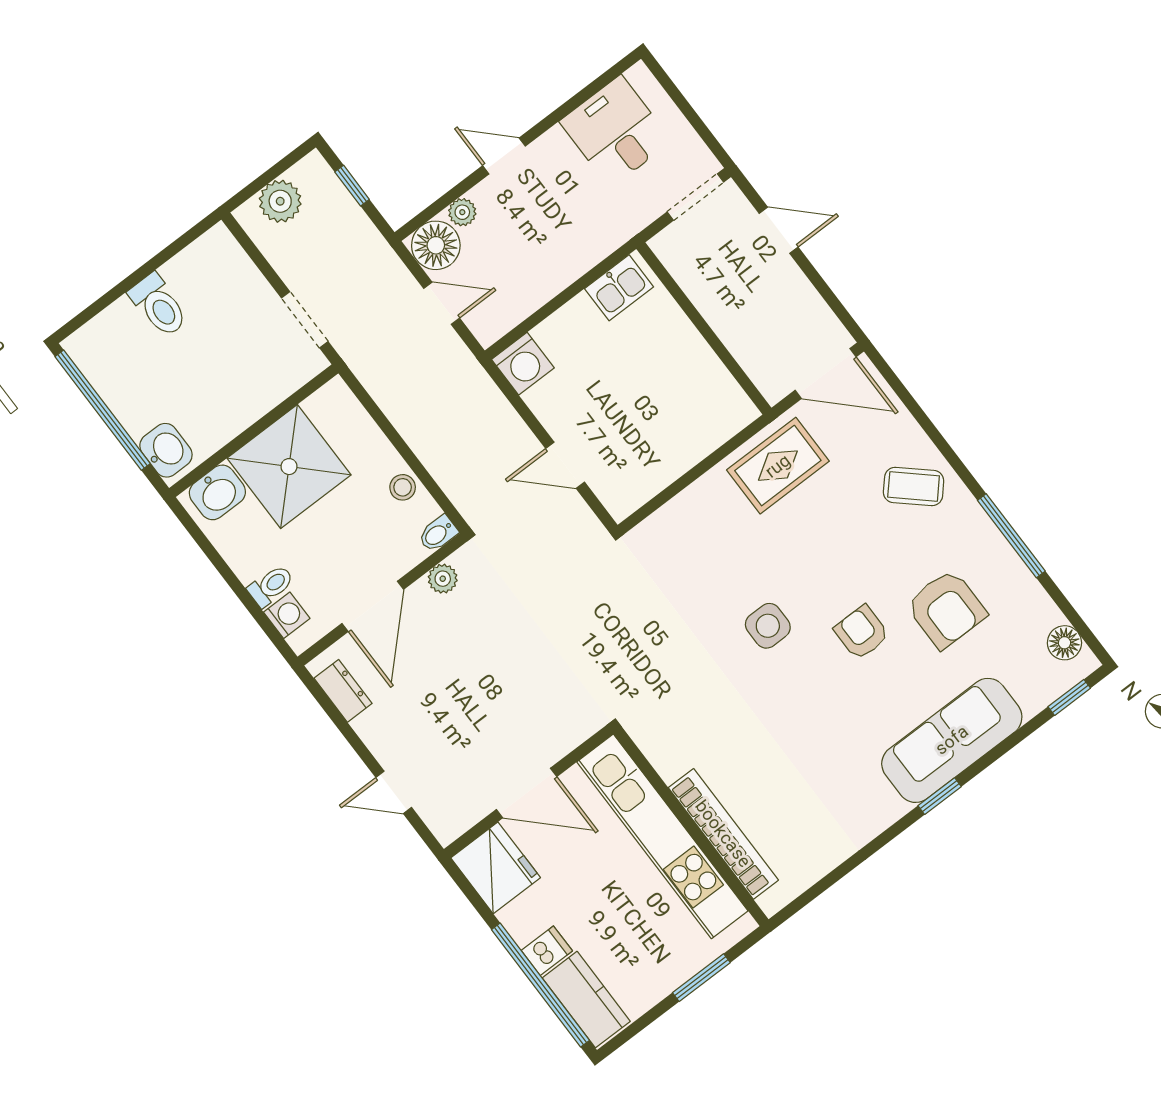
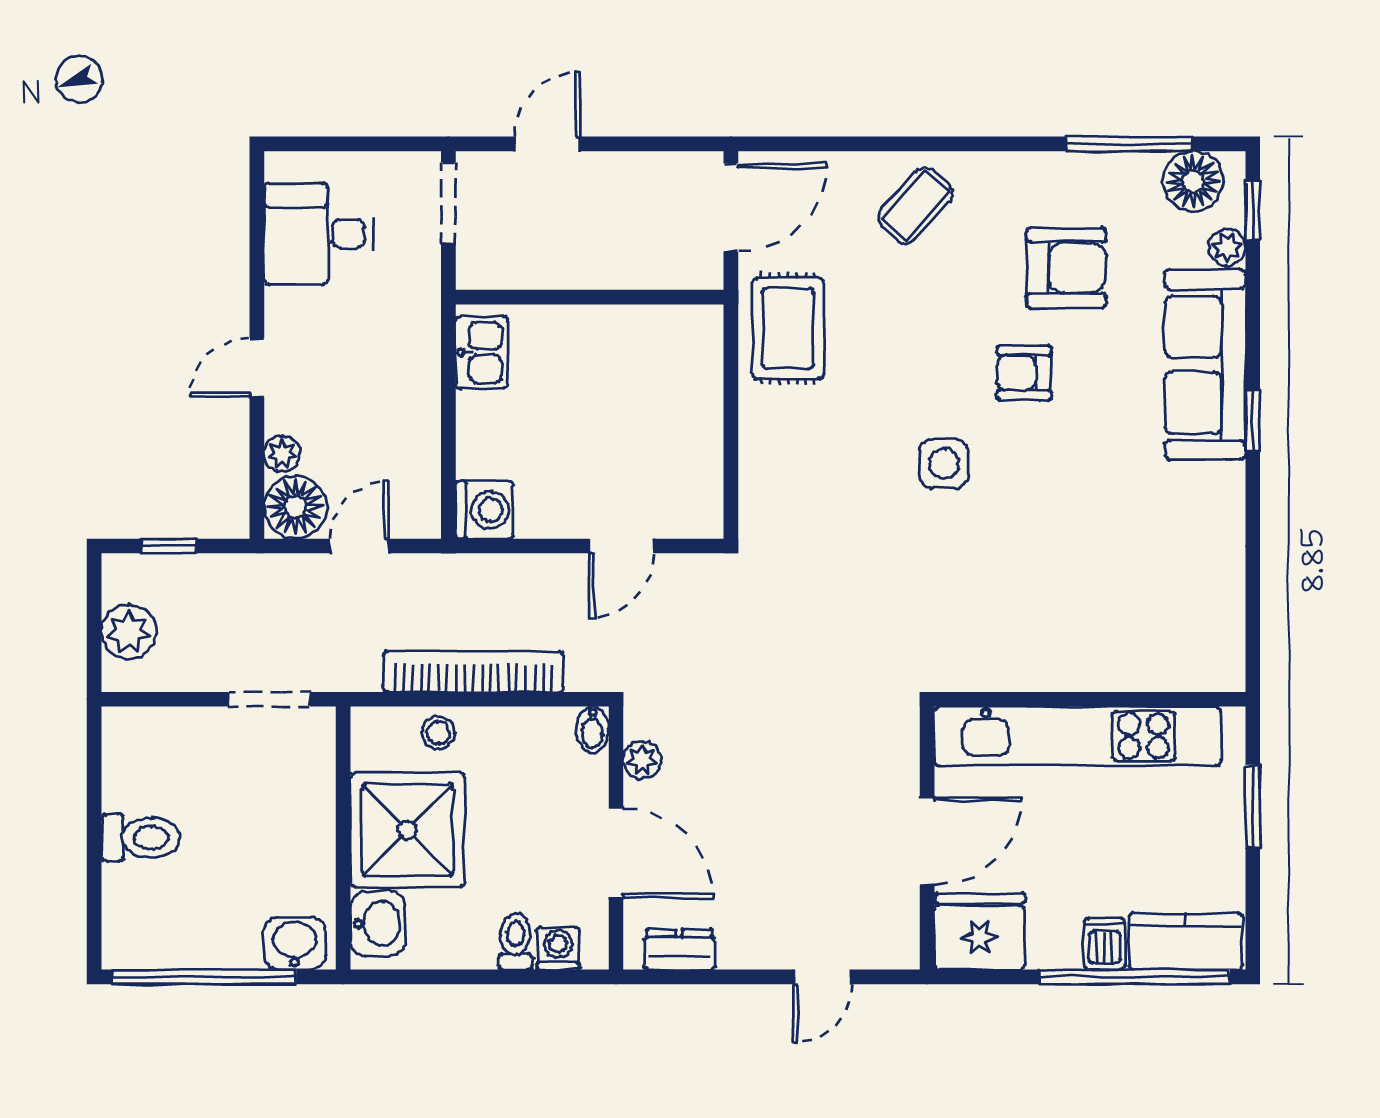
stool: (403, 487) -> (438, 733), moved
window: (1011, 536) -> (1129, 144), moved
floor lamp: (1064, 643) -> (1193, 181), width x1.38, depth x1.38
plant: (1035, 699) -> (1227, 247), added
bookcase: (723, 834) -> (473, 672), moved

